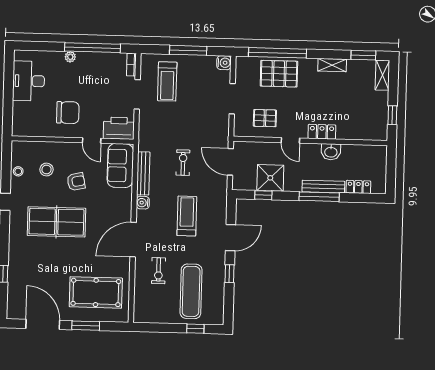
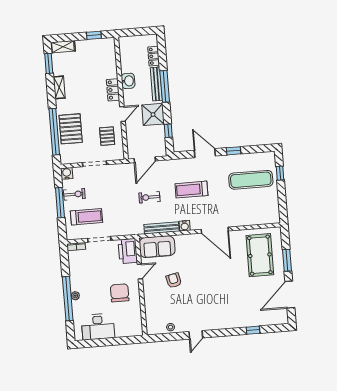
window: (92, 48) -> (68, 299), moved
stool: (47, 170) -> (167, 305), removed
shower: (270, 178) -> (153, 114), moved
table tennis table: (57, 222) -> (207, 292), removed
exercise bike: (158, 271) -> (74, 194), moved

